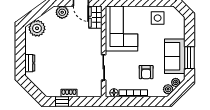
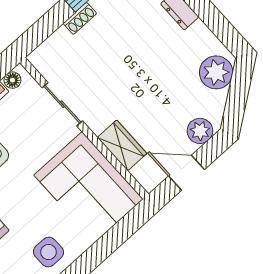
wardrobe: (95, 17) -> (122, 145), moved

